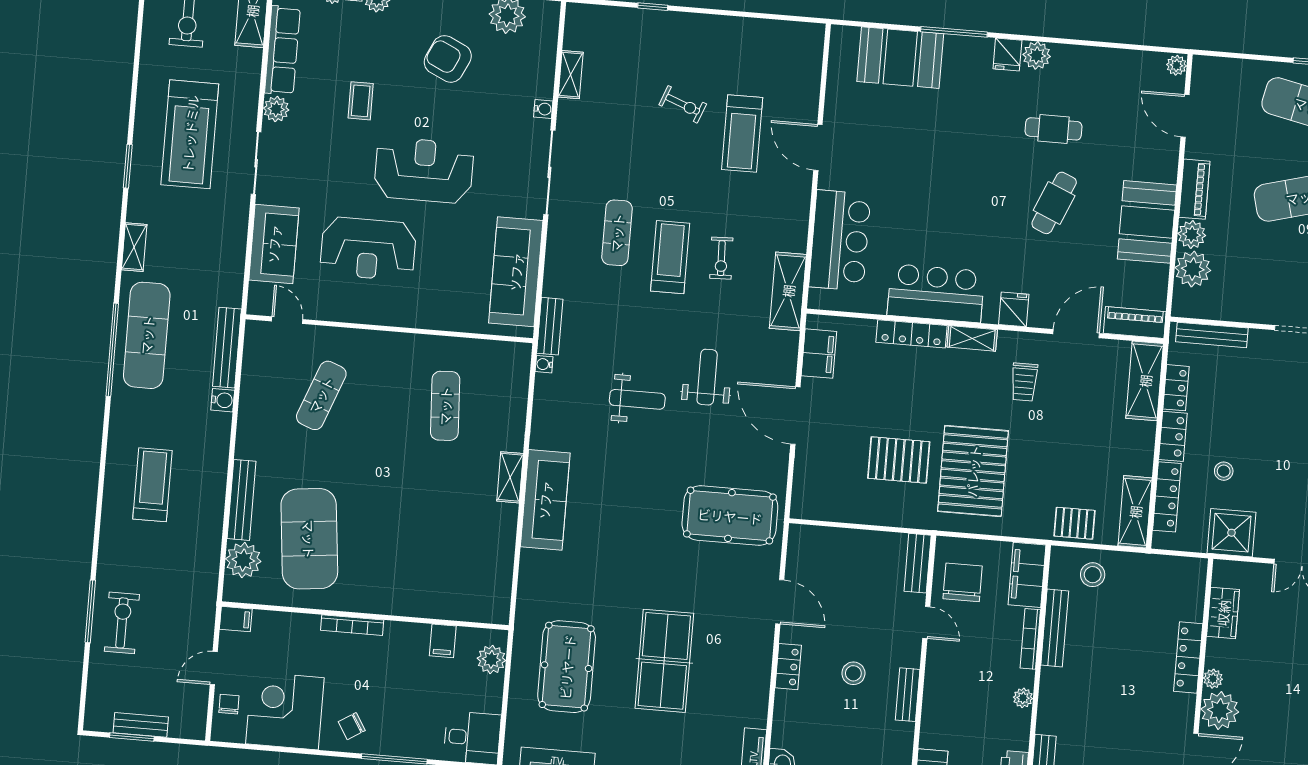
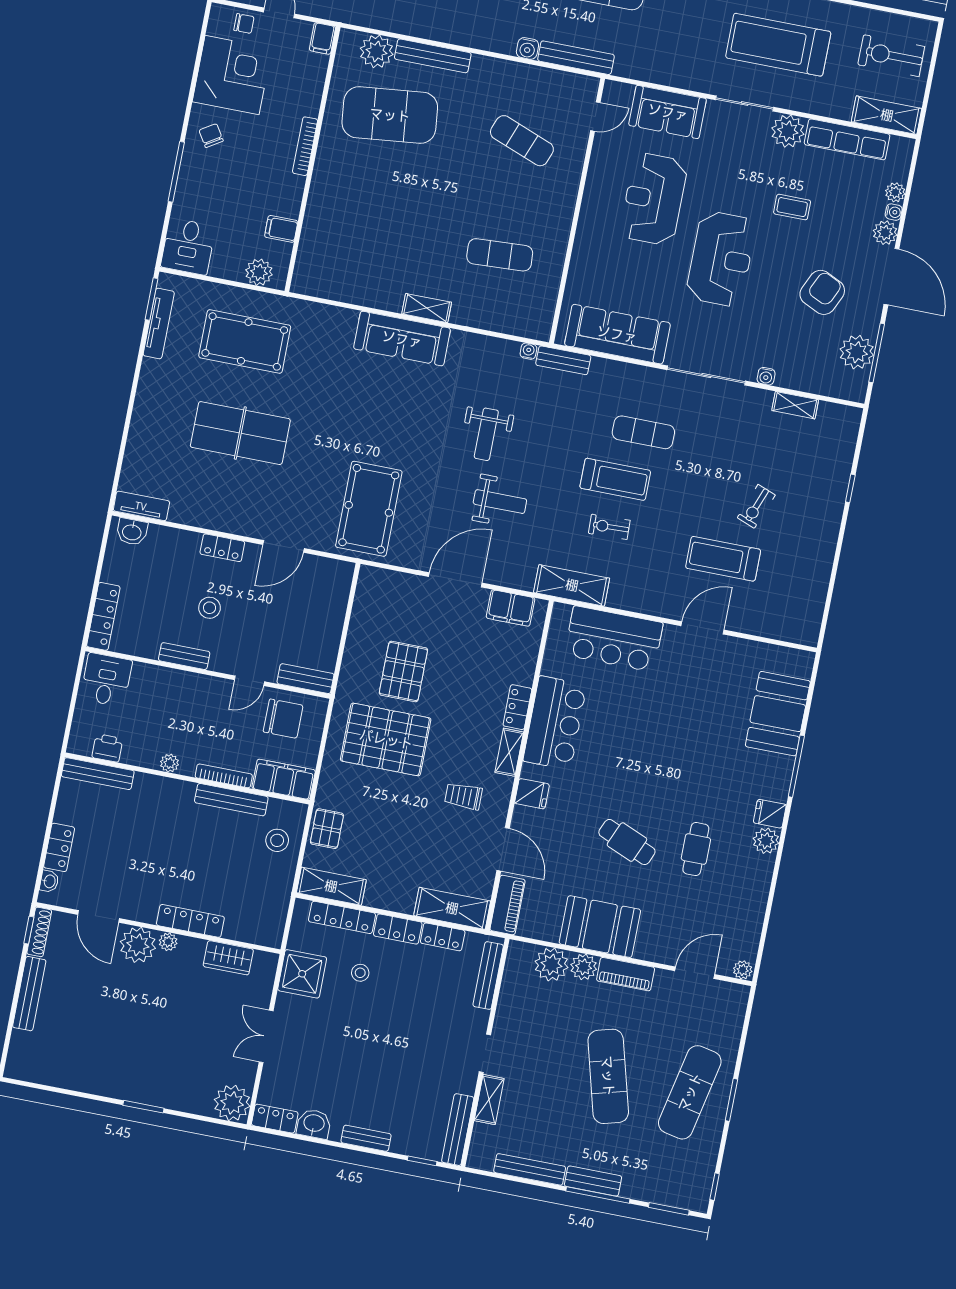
plant: (276, 109) -> (788, 131), width x1.36, depth x1.36
locker: (911, 334) -> (517, 707), width x0.66

